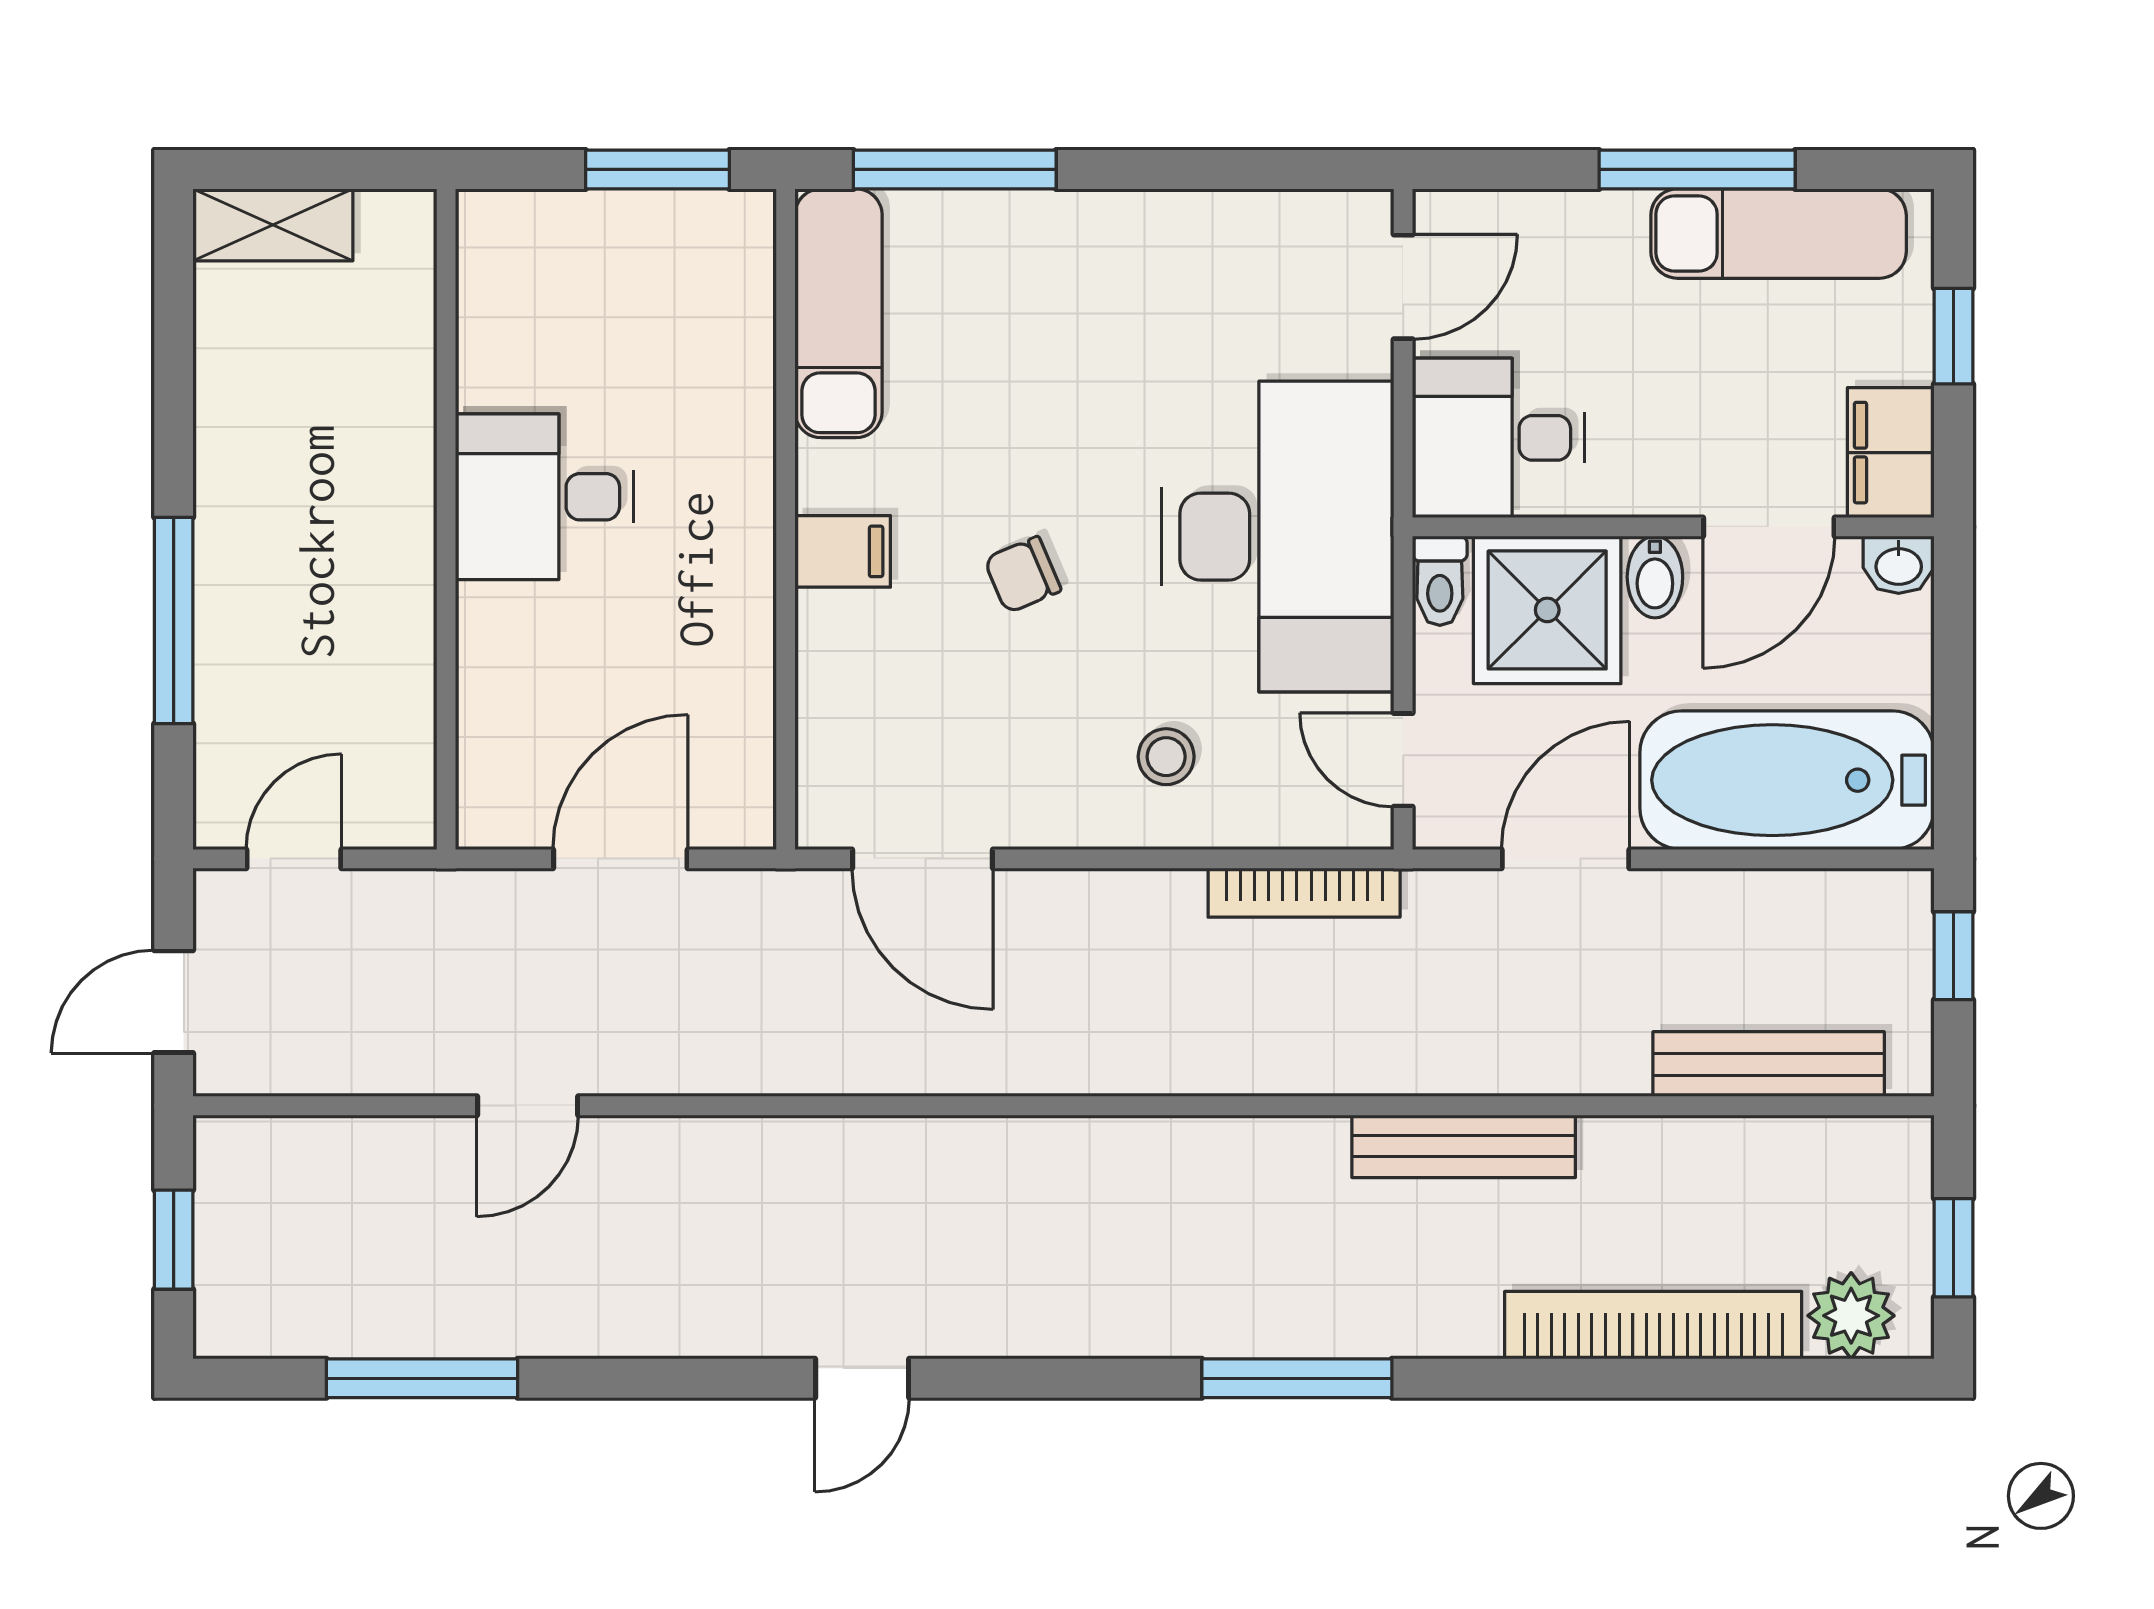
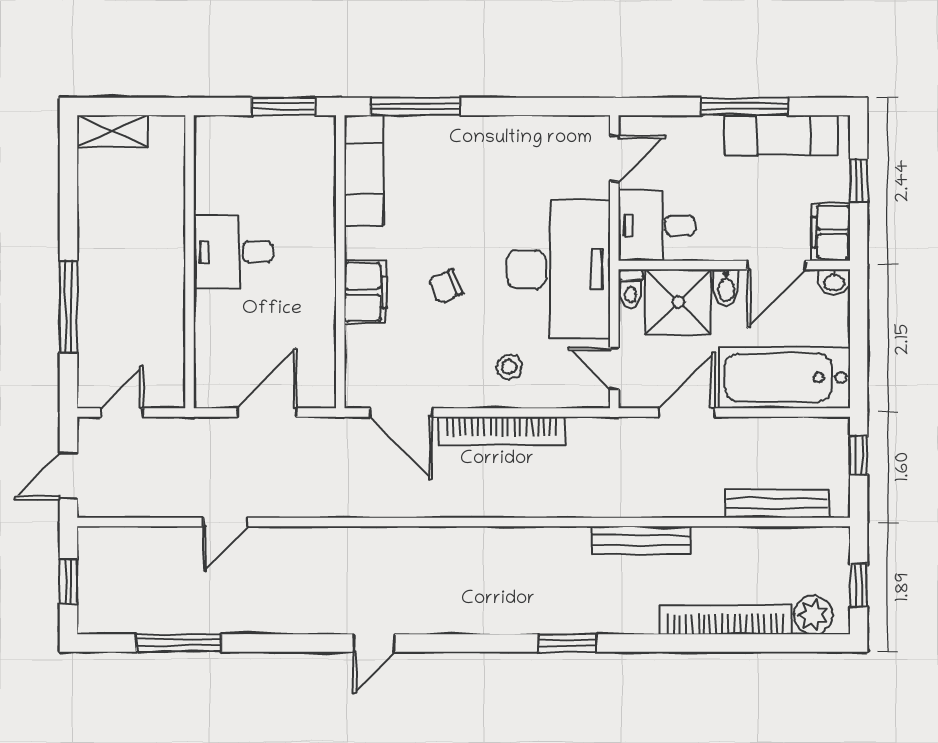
filing cabinet: (843, 551) -> (365, 292), width x2.00
bookcase: (1304, 893) -> (502, 431), moved, width x1.48, depth x1.31
window: (1297, 1378) -> (567, 643), width x0.69

